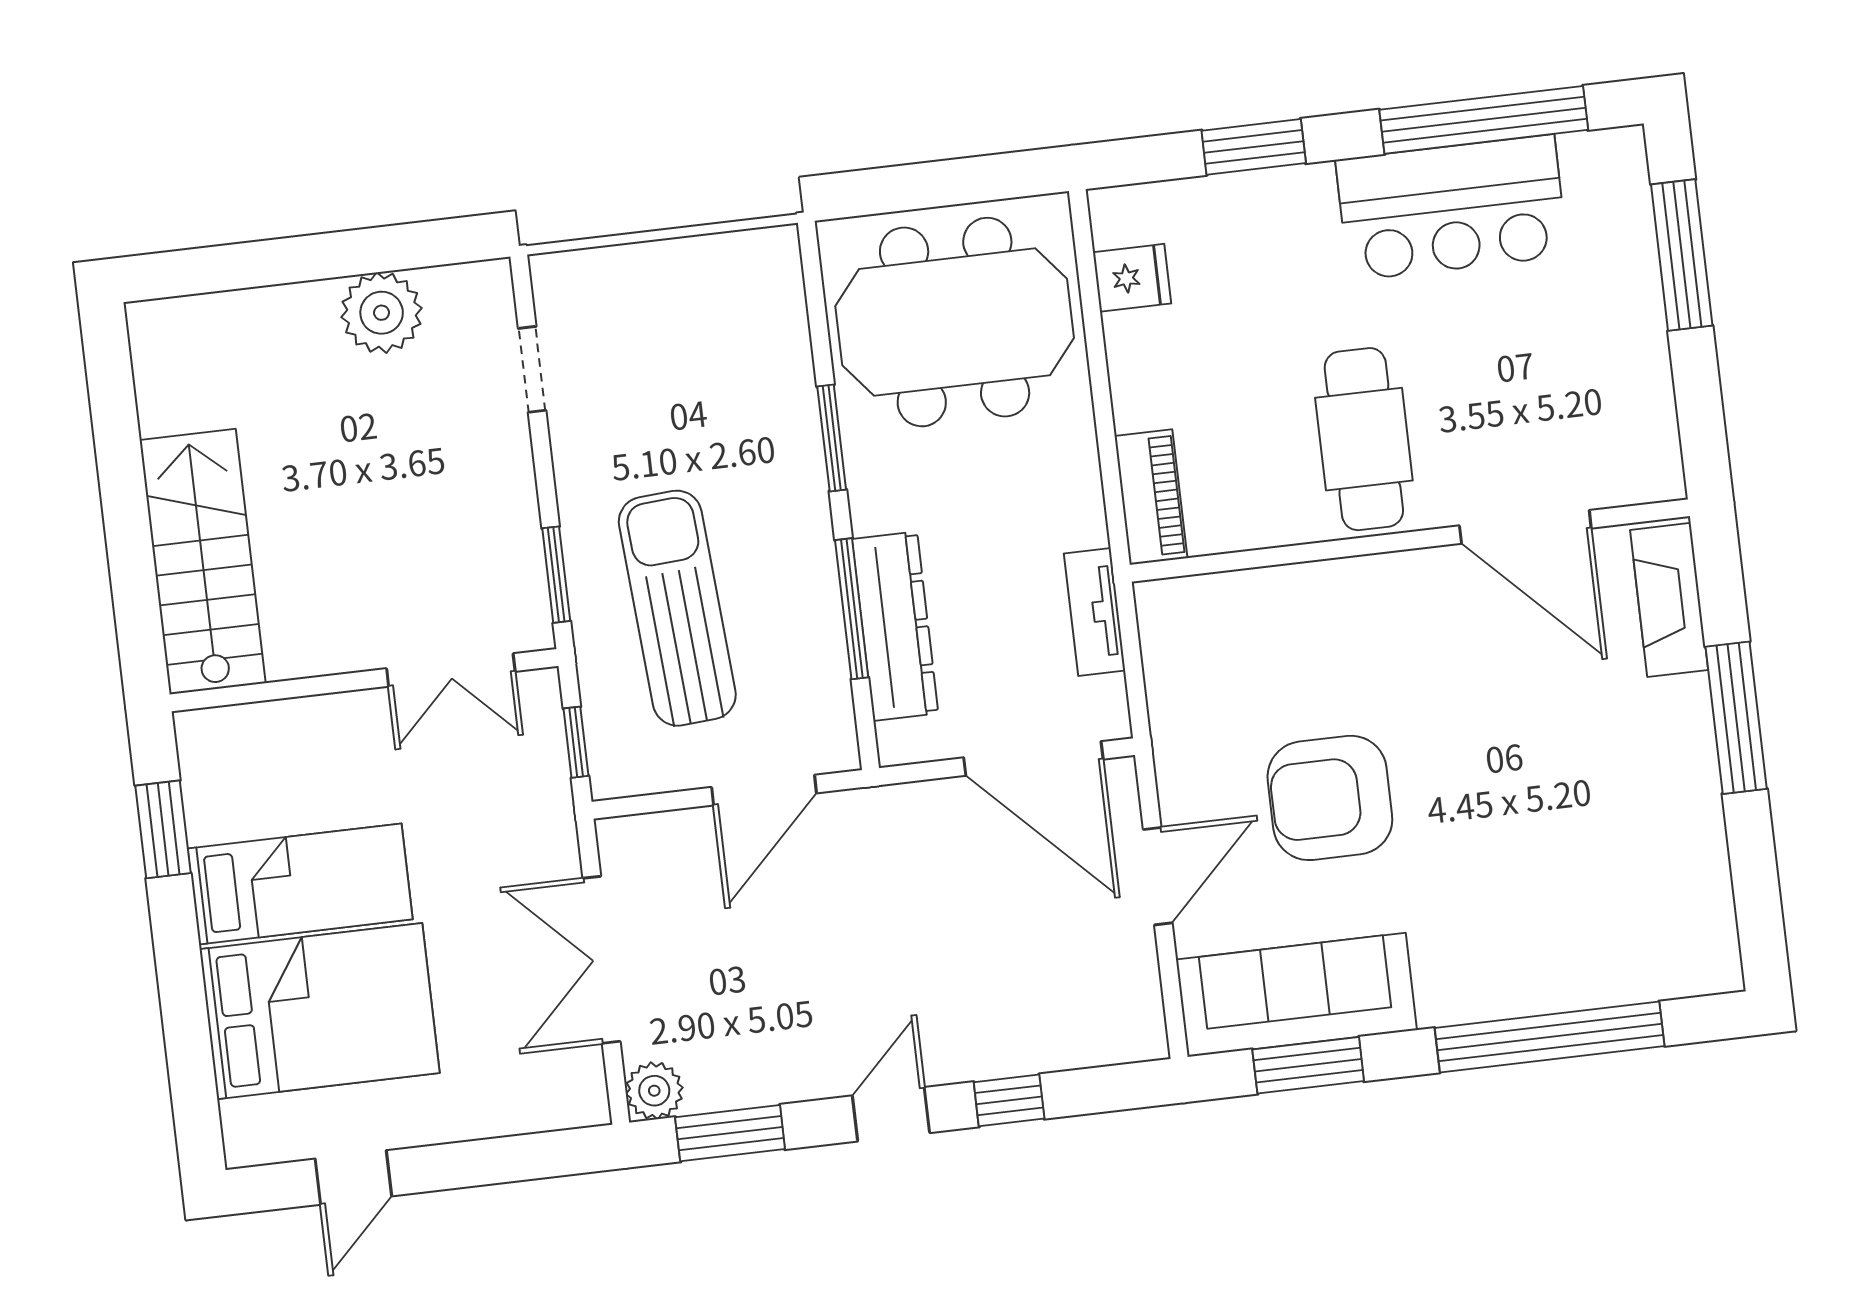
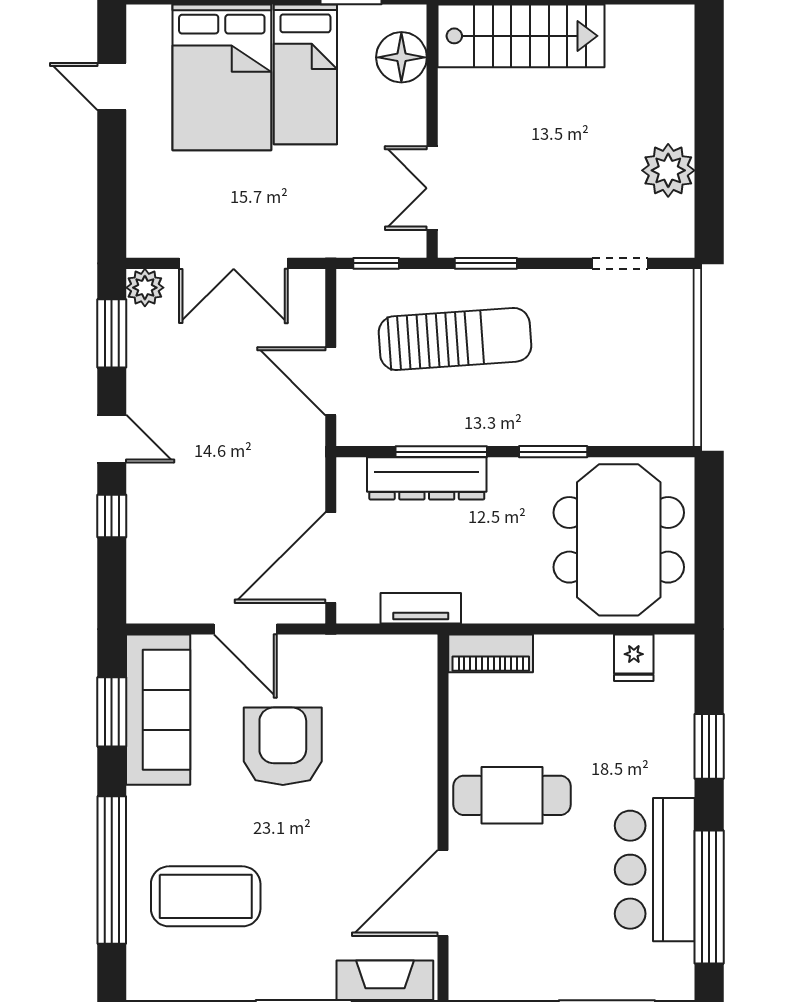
floor lamp: (257, 740) -> (401, 57), added
coffee table: (1573, 889) -> (206, 896), added
double door: (601, 960) -> (234, 263), swing flipped

